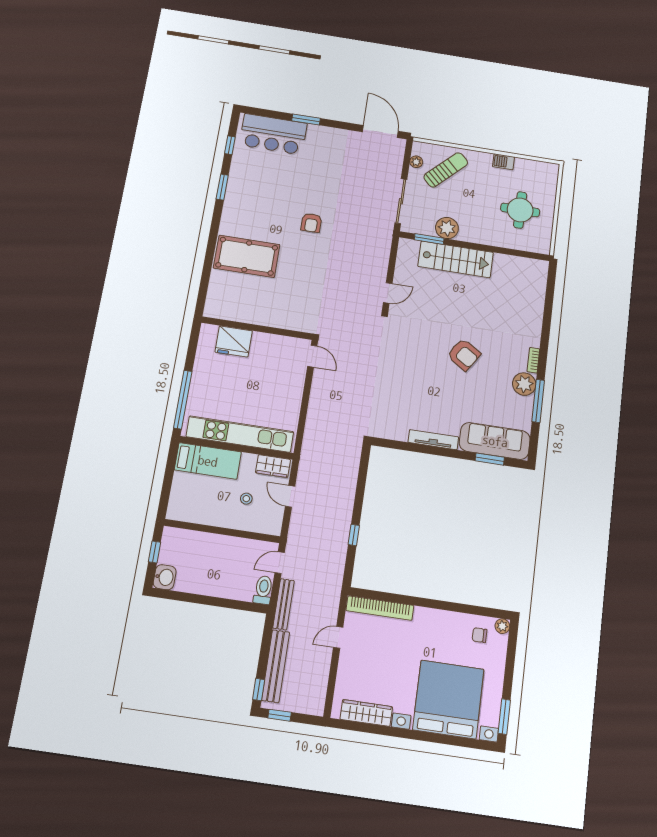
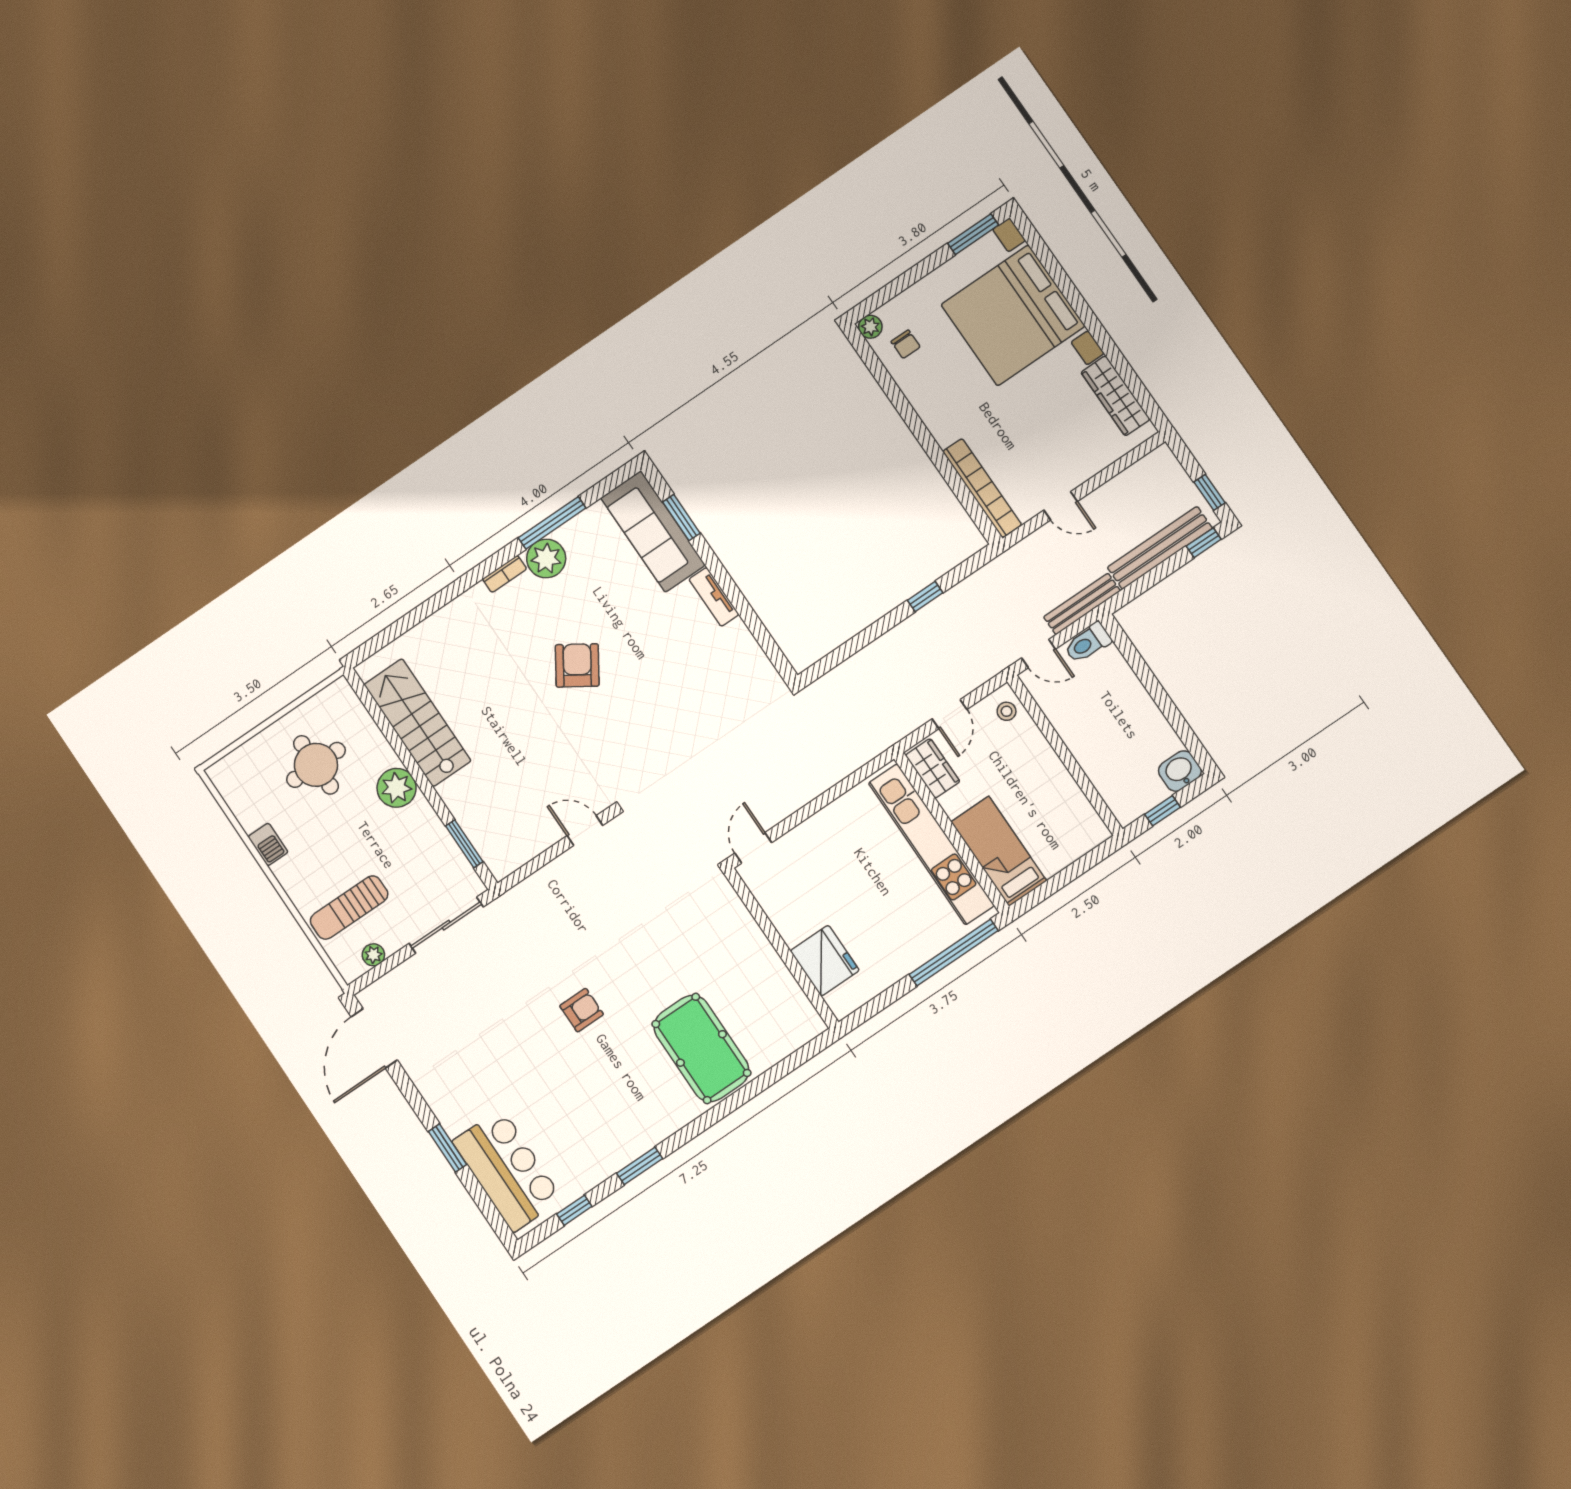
sun lounger: (446, 170) -> (349, 908), turned -45
plant: (447, 228) -> (397, 788), moved
stairs: (456, 259) -> (417, 723), moved
tv unit: (433, 440) -> (714, 597), width x0.71
stool: (246, 499) -> (1007, 711), moved

